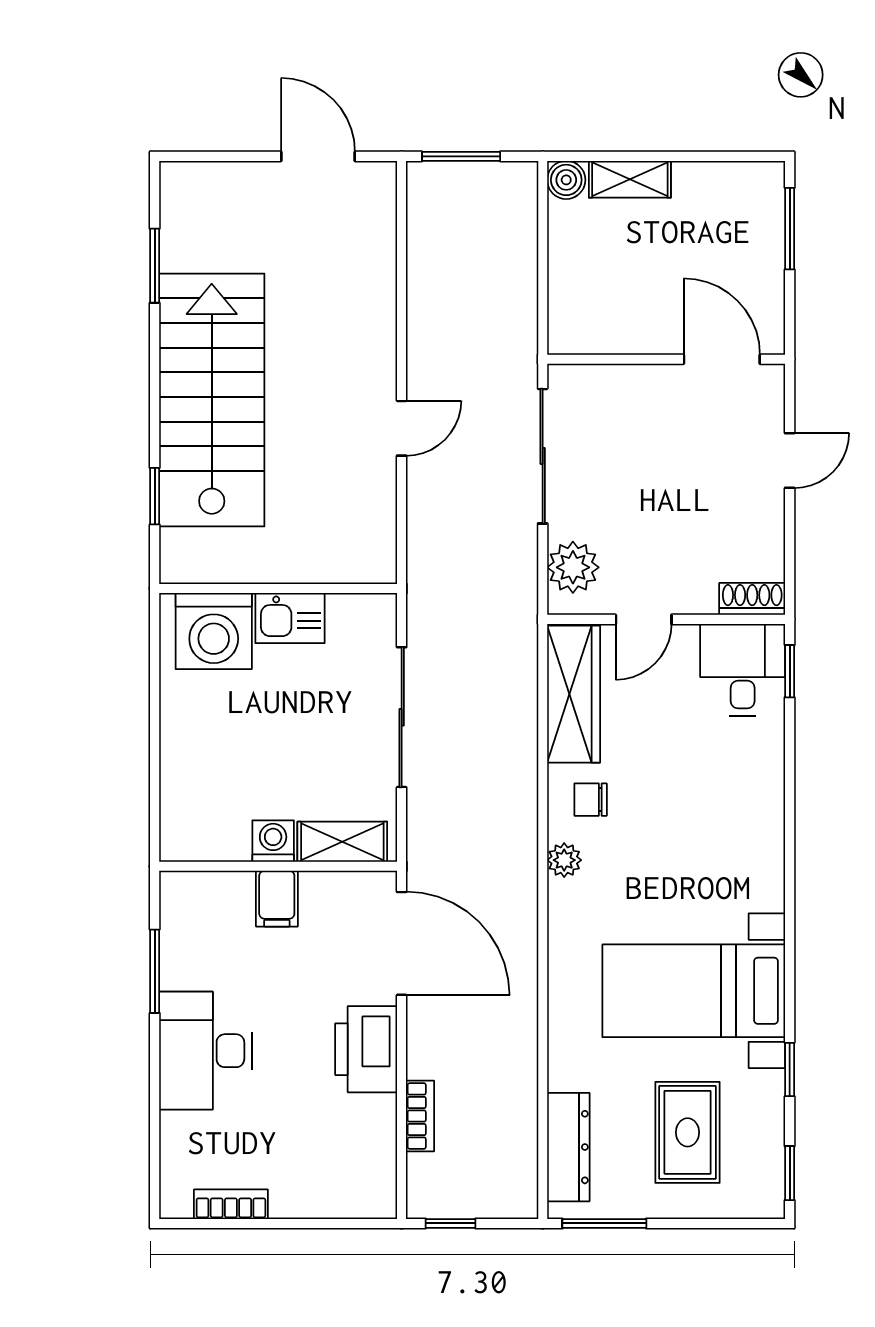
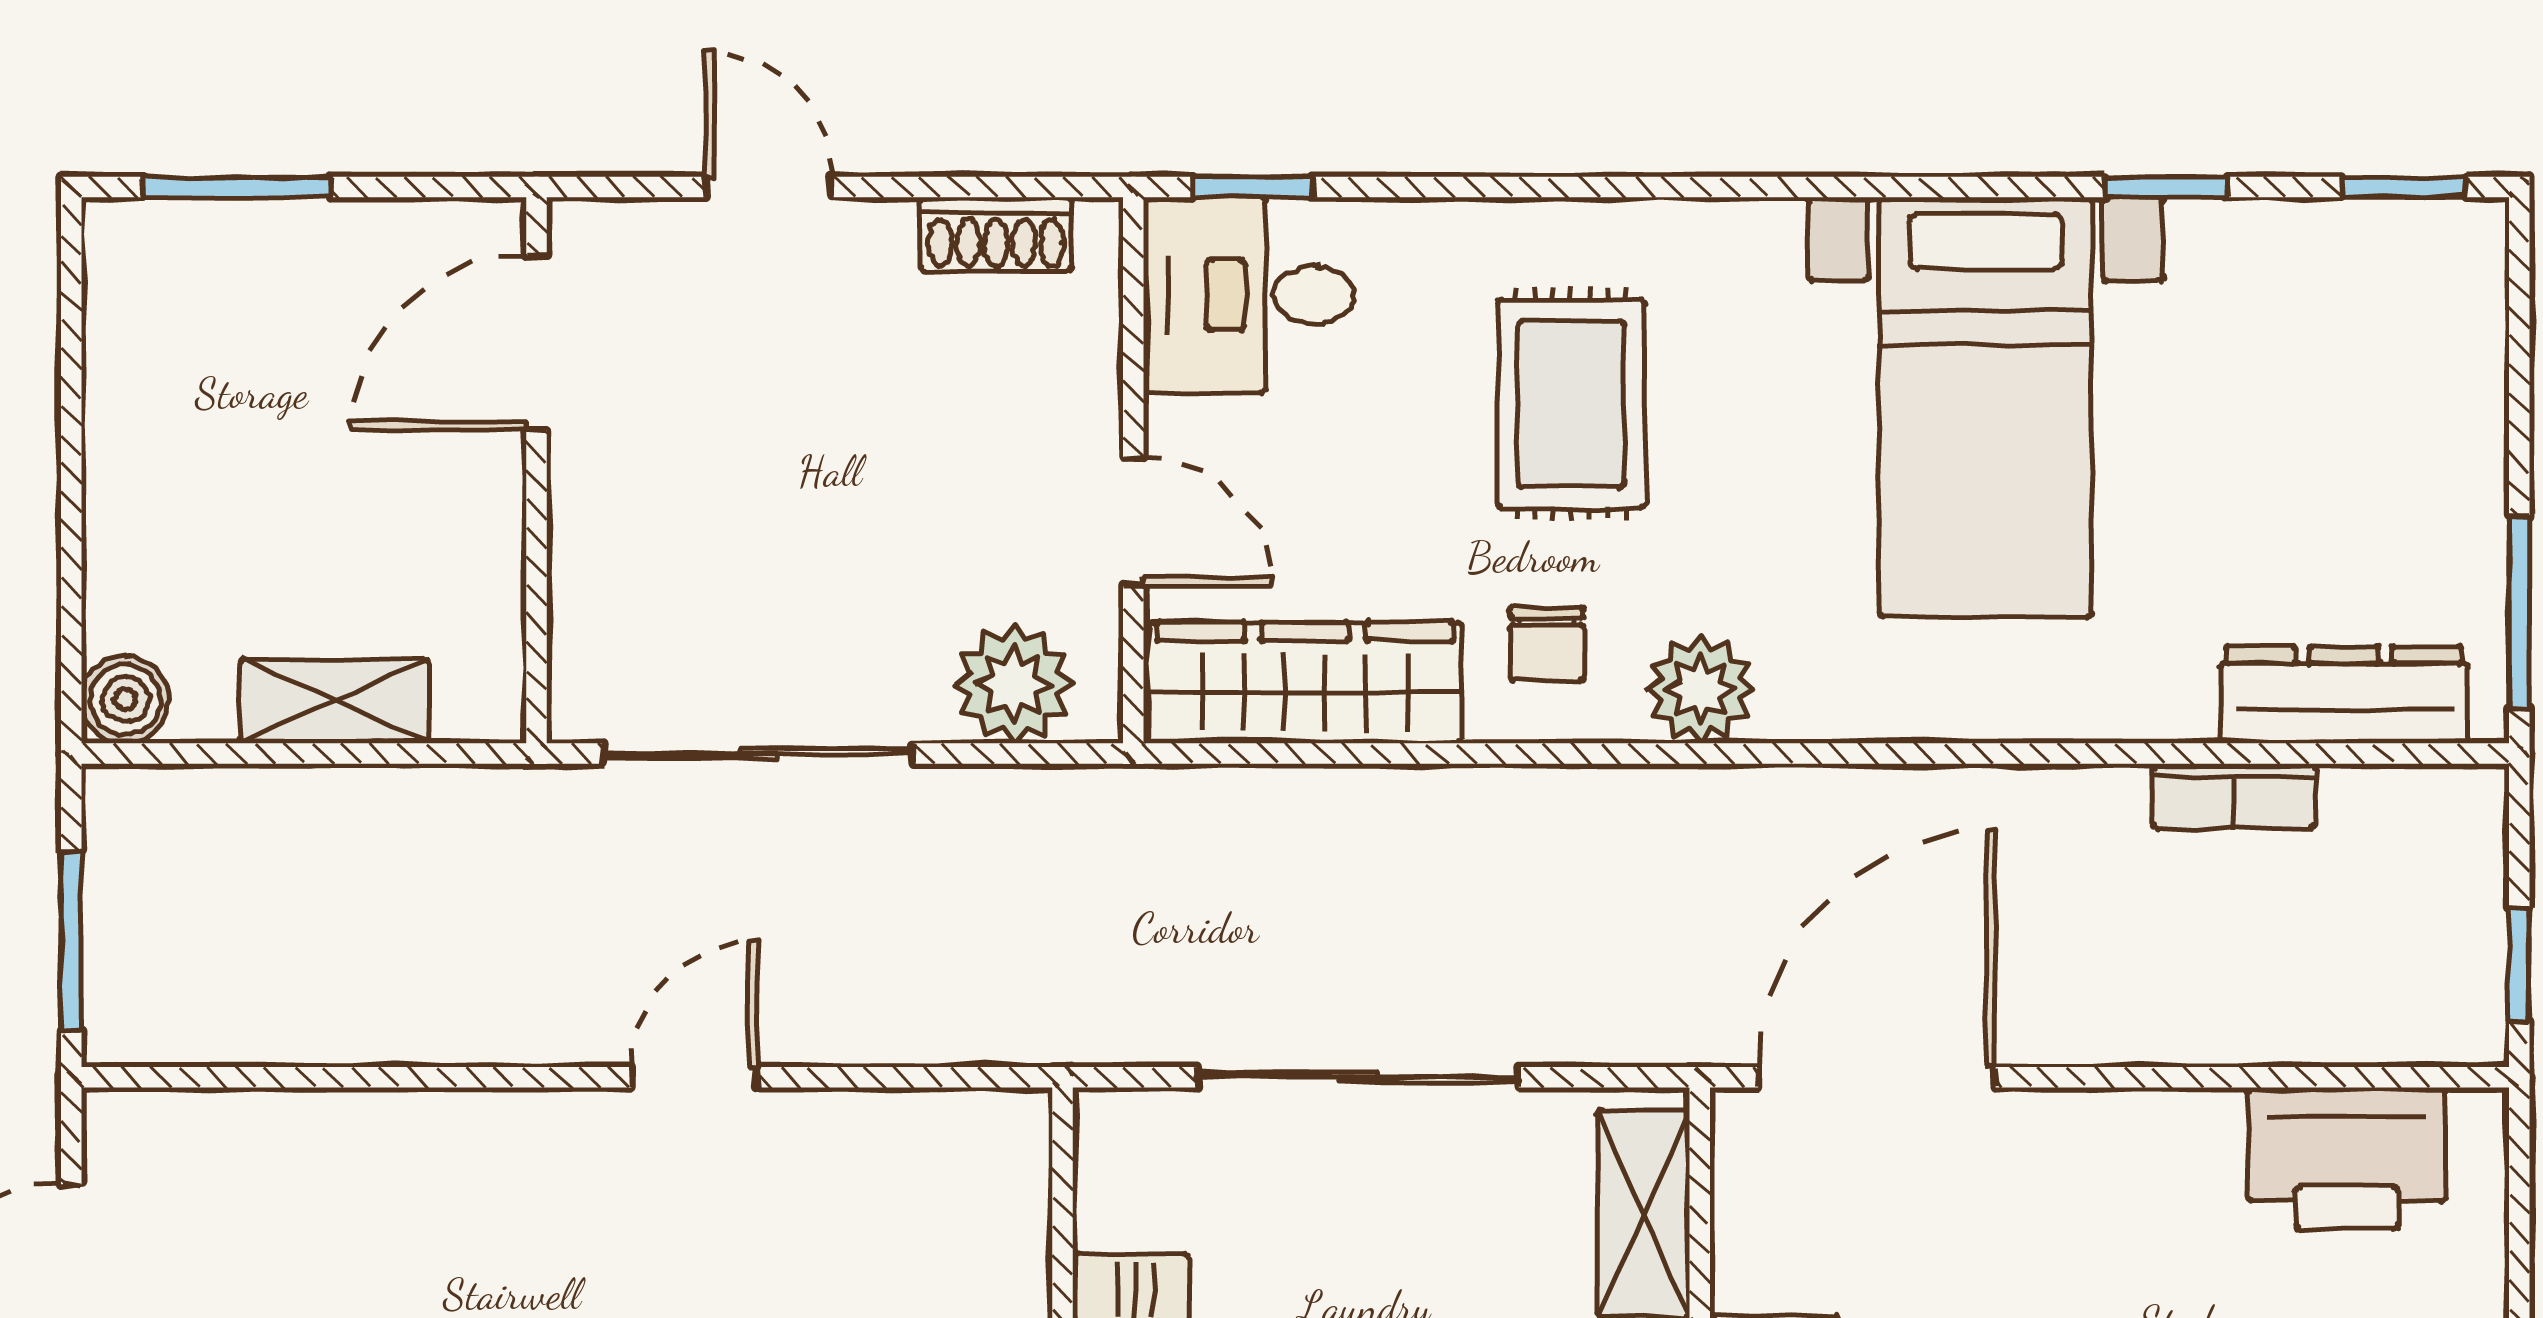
shelving: (630, 179) -> (334, 701), moved, turned 90
door: (402, 428) -> (695, 1077), hinge flipped
shoe rack: (752, 599) -> (996, 234), moved, turned -90
plant: (564, 860) -> (1700, 689), width x1.38, depth x1.38
printer: (366, 1049) -> (2346, 1158), moved
bookcase: (420, 1116) -> (2234, 796), moved, turned 180
rug: (688, 1132) -> (1571, 404), moved, turned 90

